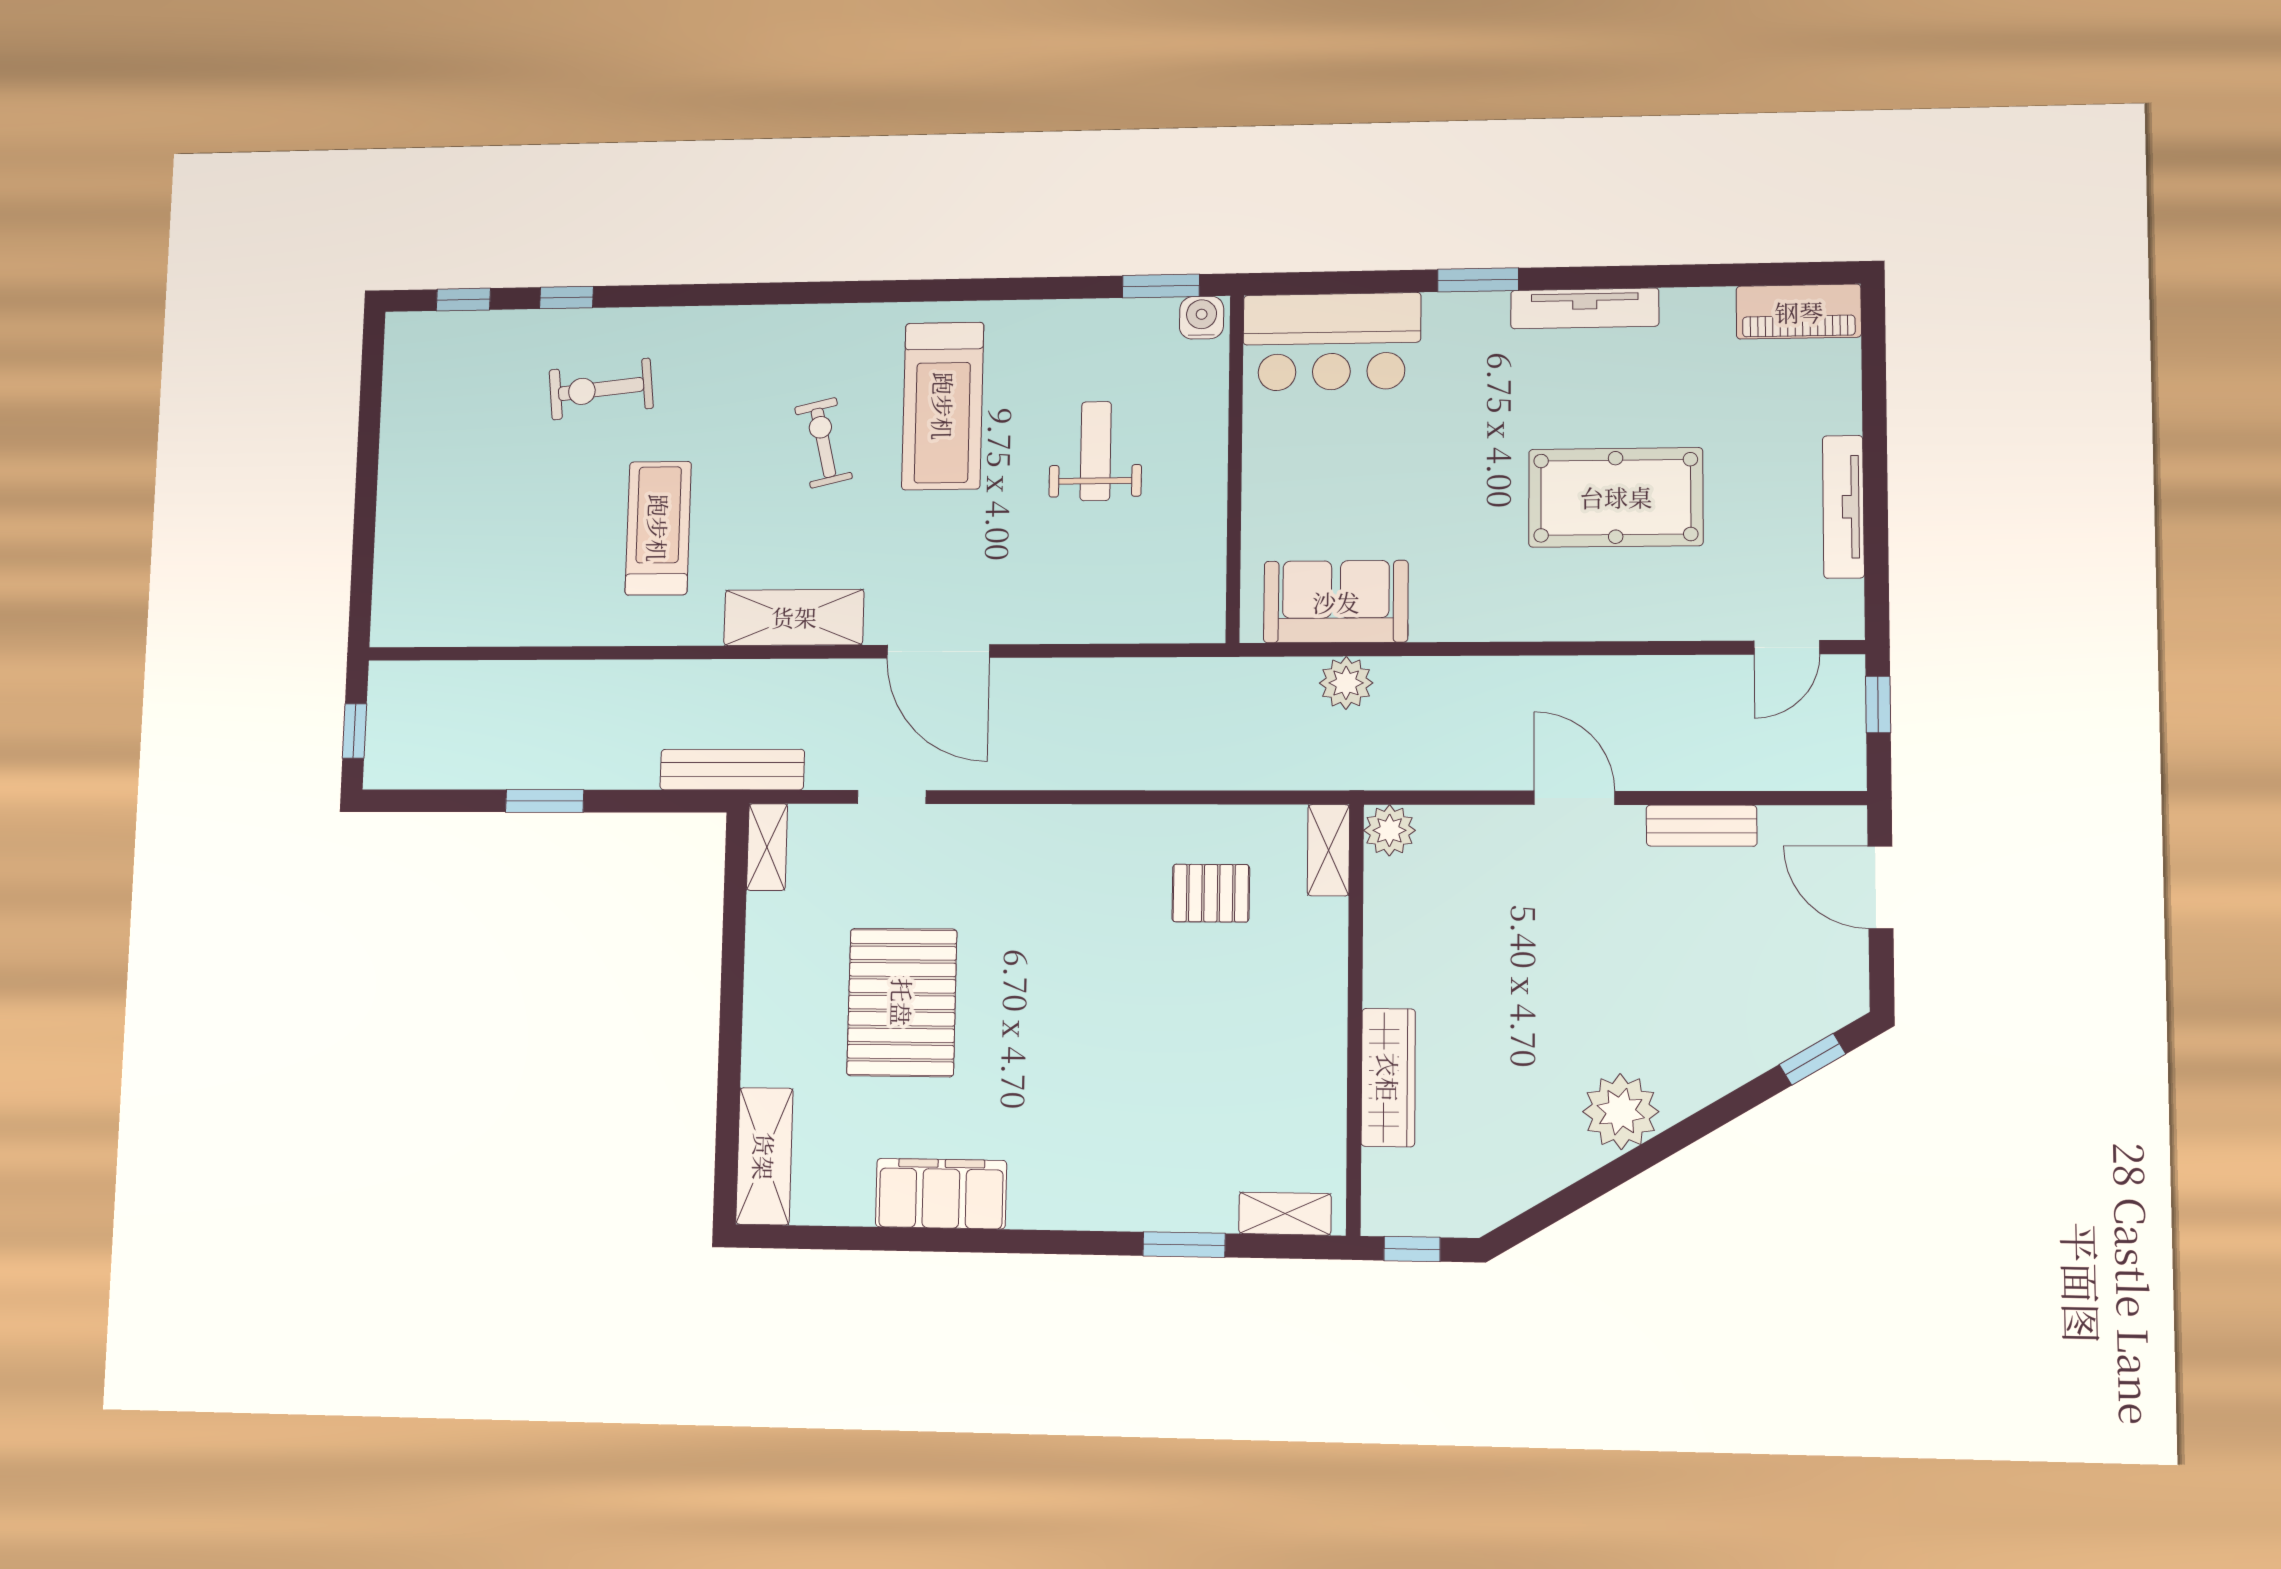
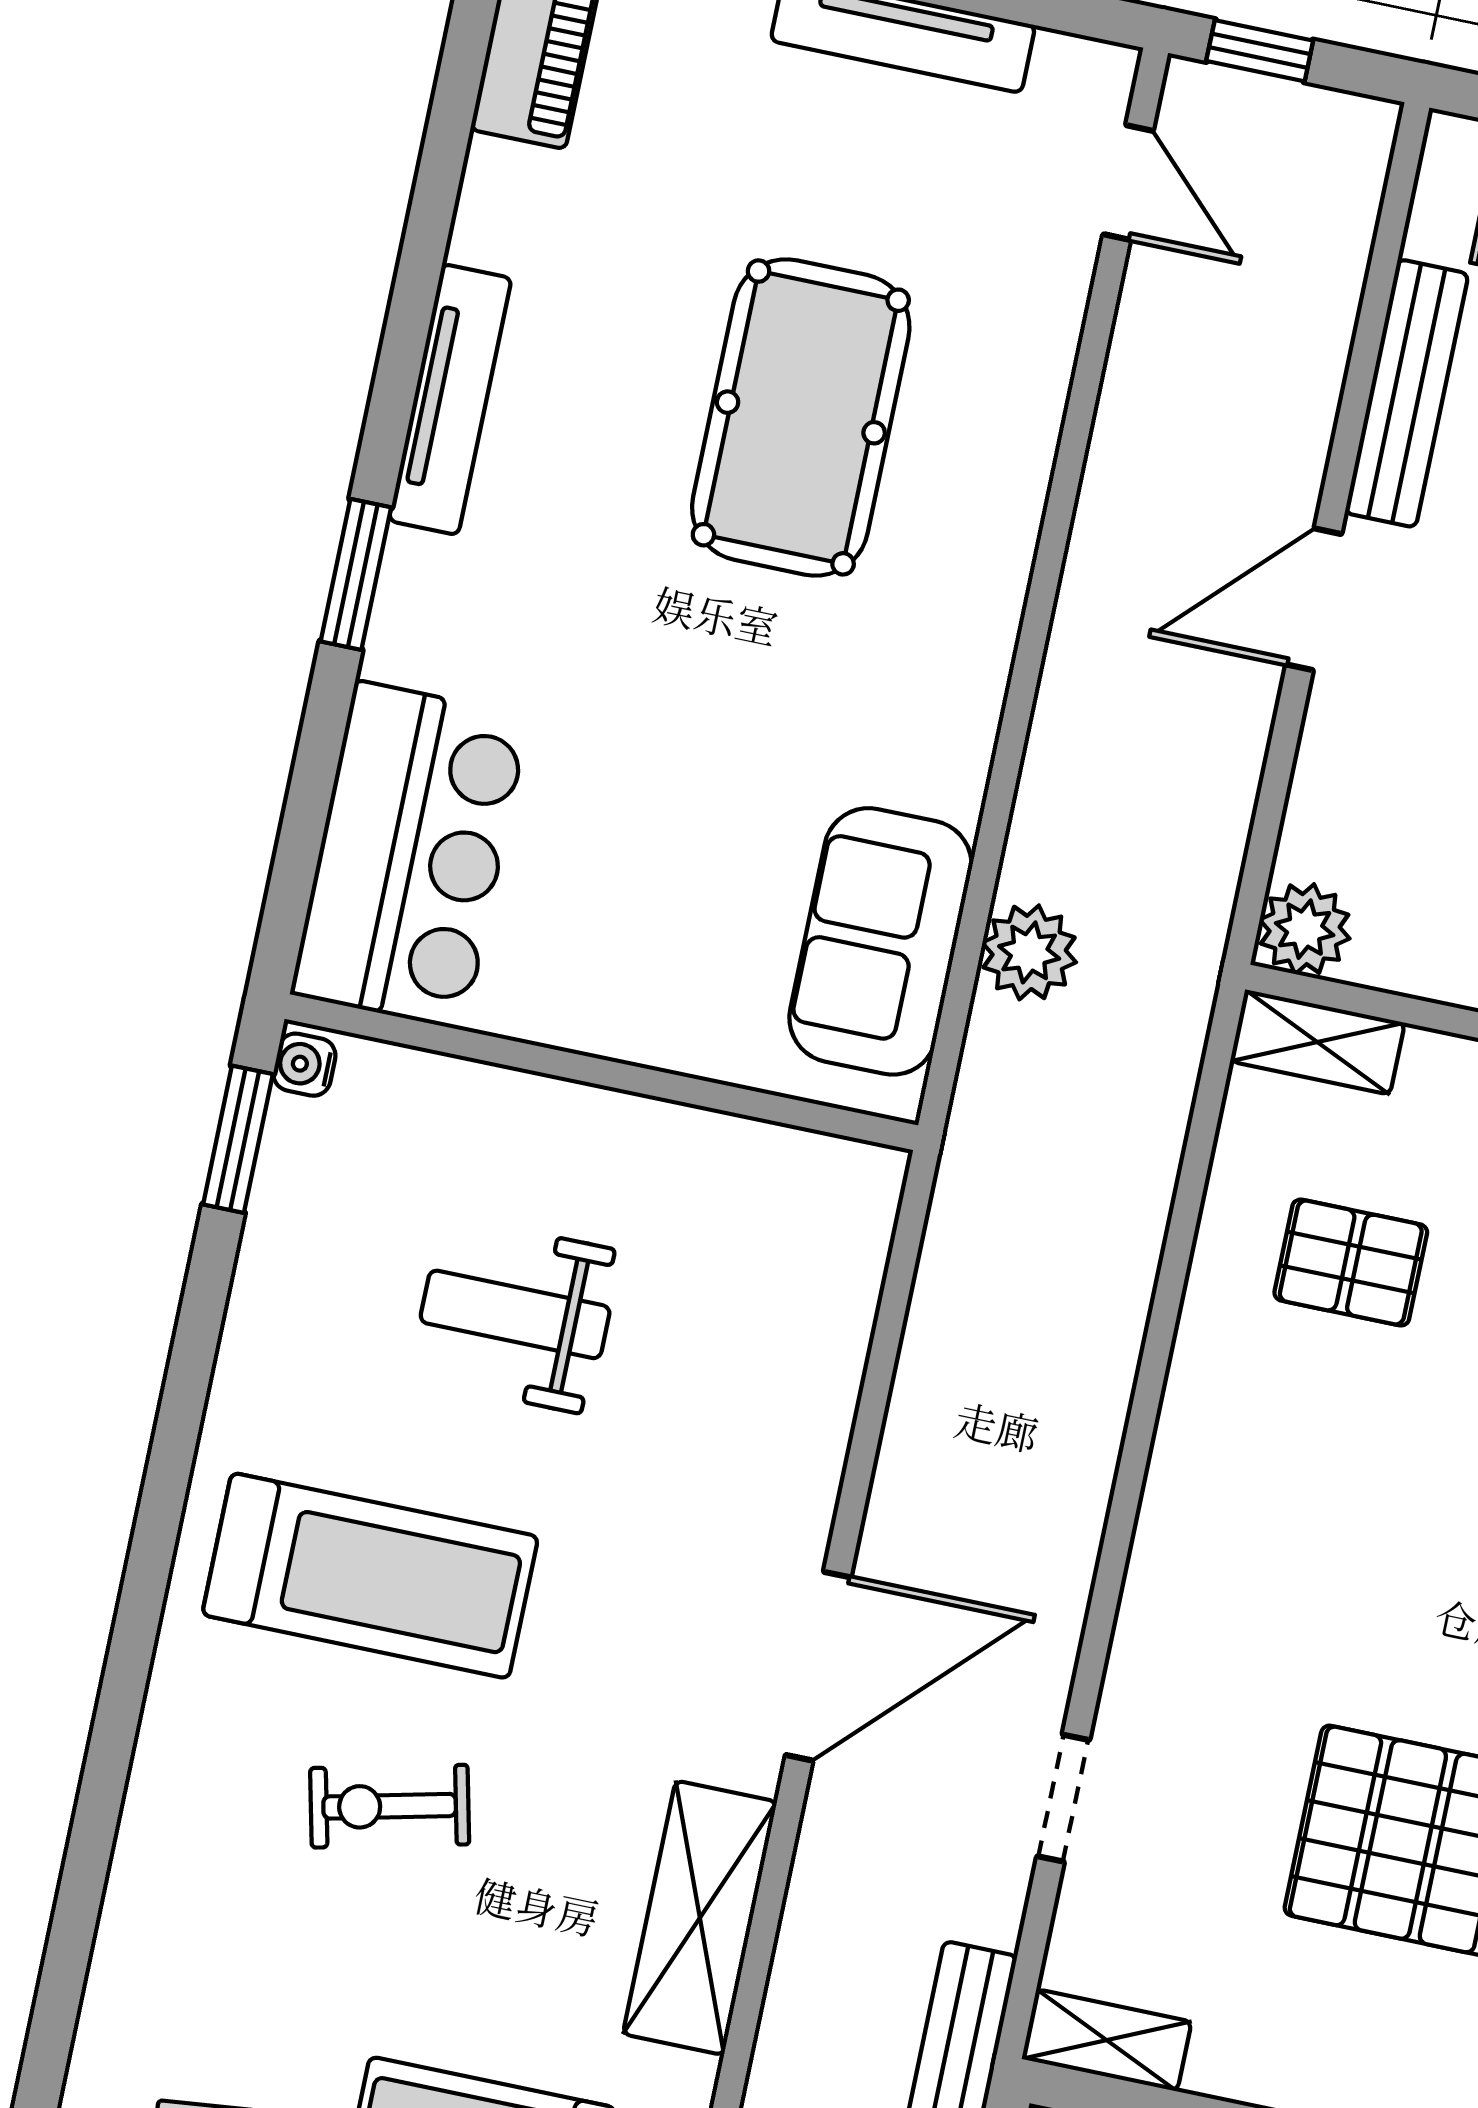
water cooler: (1202, 318) -> (304, 1065), width x0.72, depth x0.72
bench: (1702, 826) -> (1407, 393), width x1.36
pallet: (1211, 893) -> (1351, 1263), turned 90

